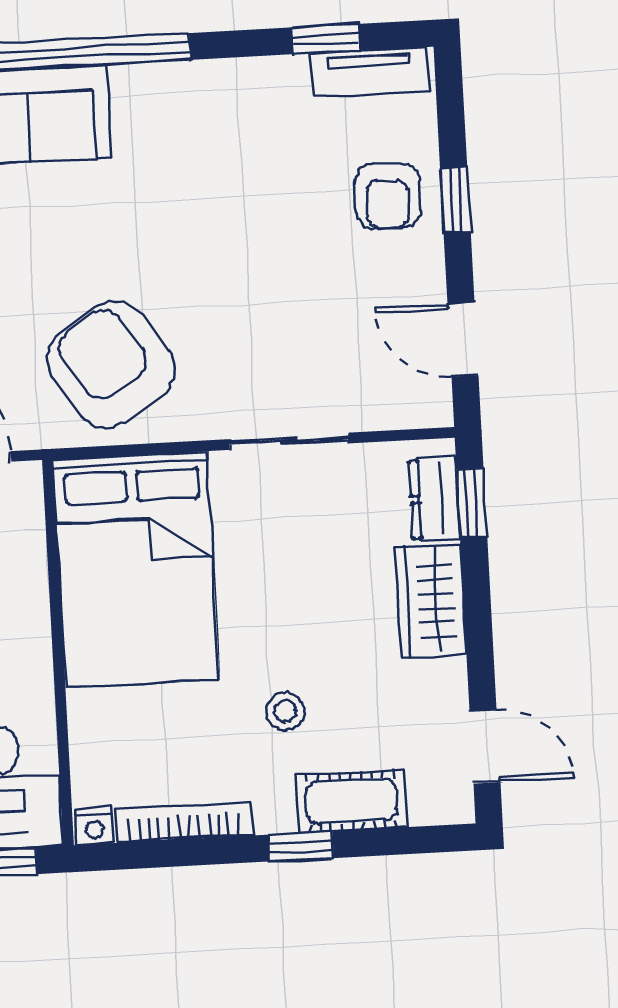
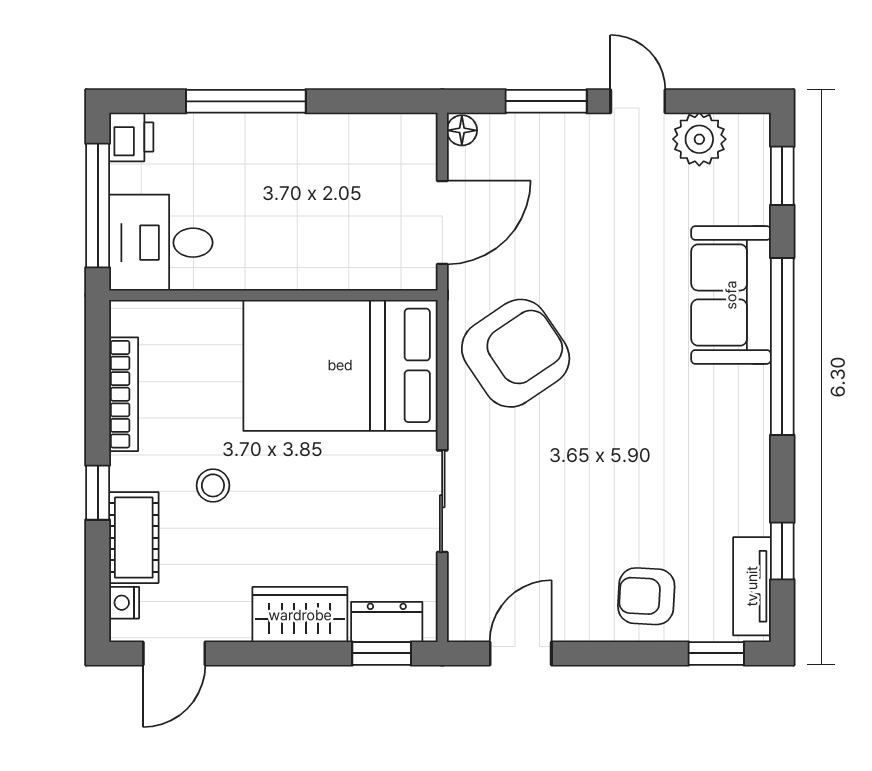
window: (455, 200) -> (716, 653), moved
nightstand: (94, 826) -> (124, 603), moved

